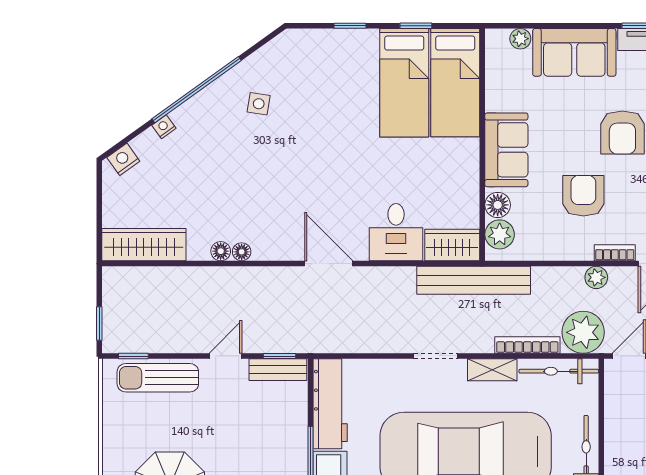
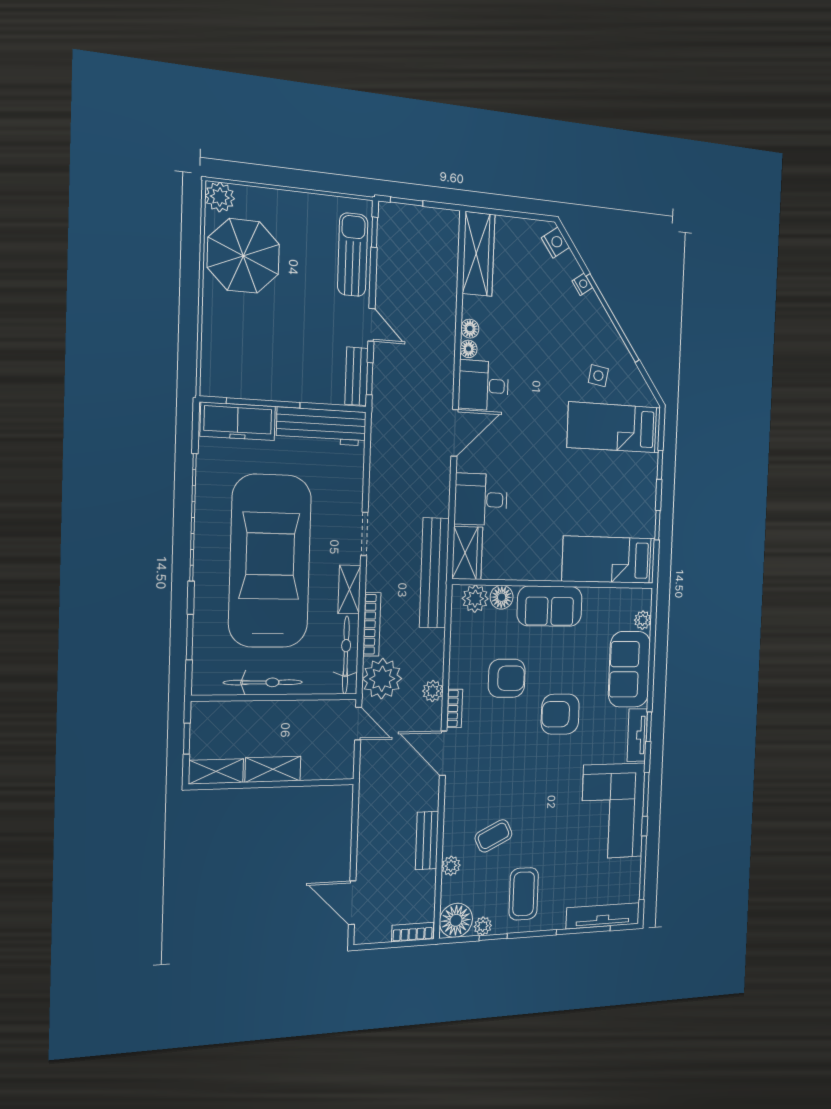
bed: (404, 83) -> (614, 427), moved
desk: (278, 234) -> (484, 385), added

